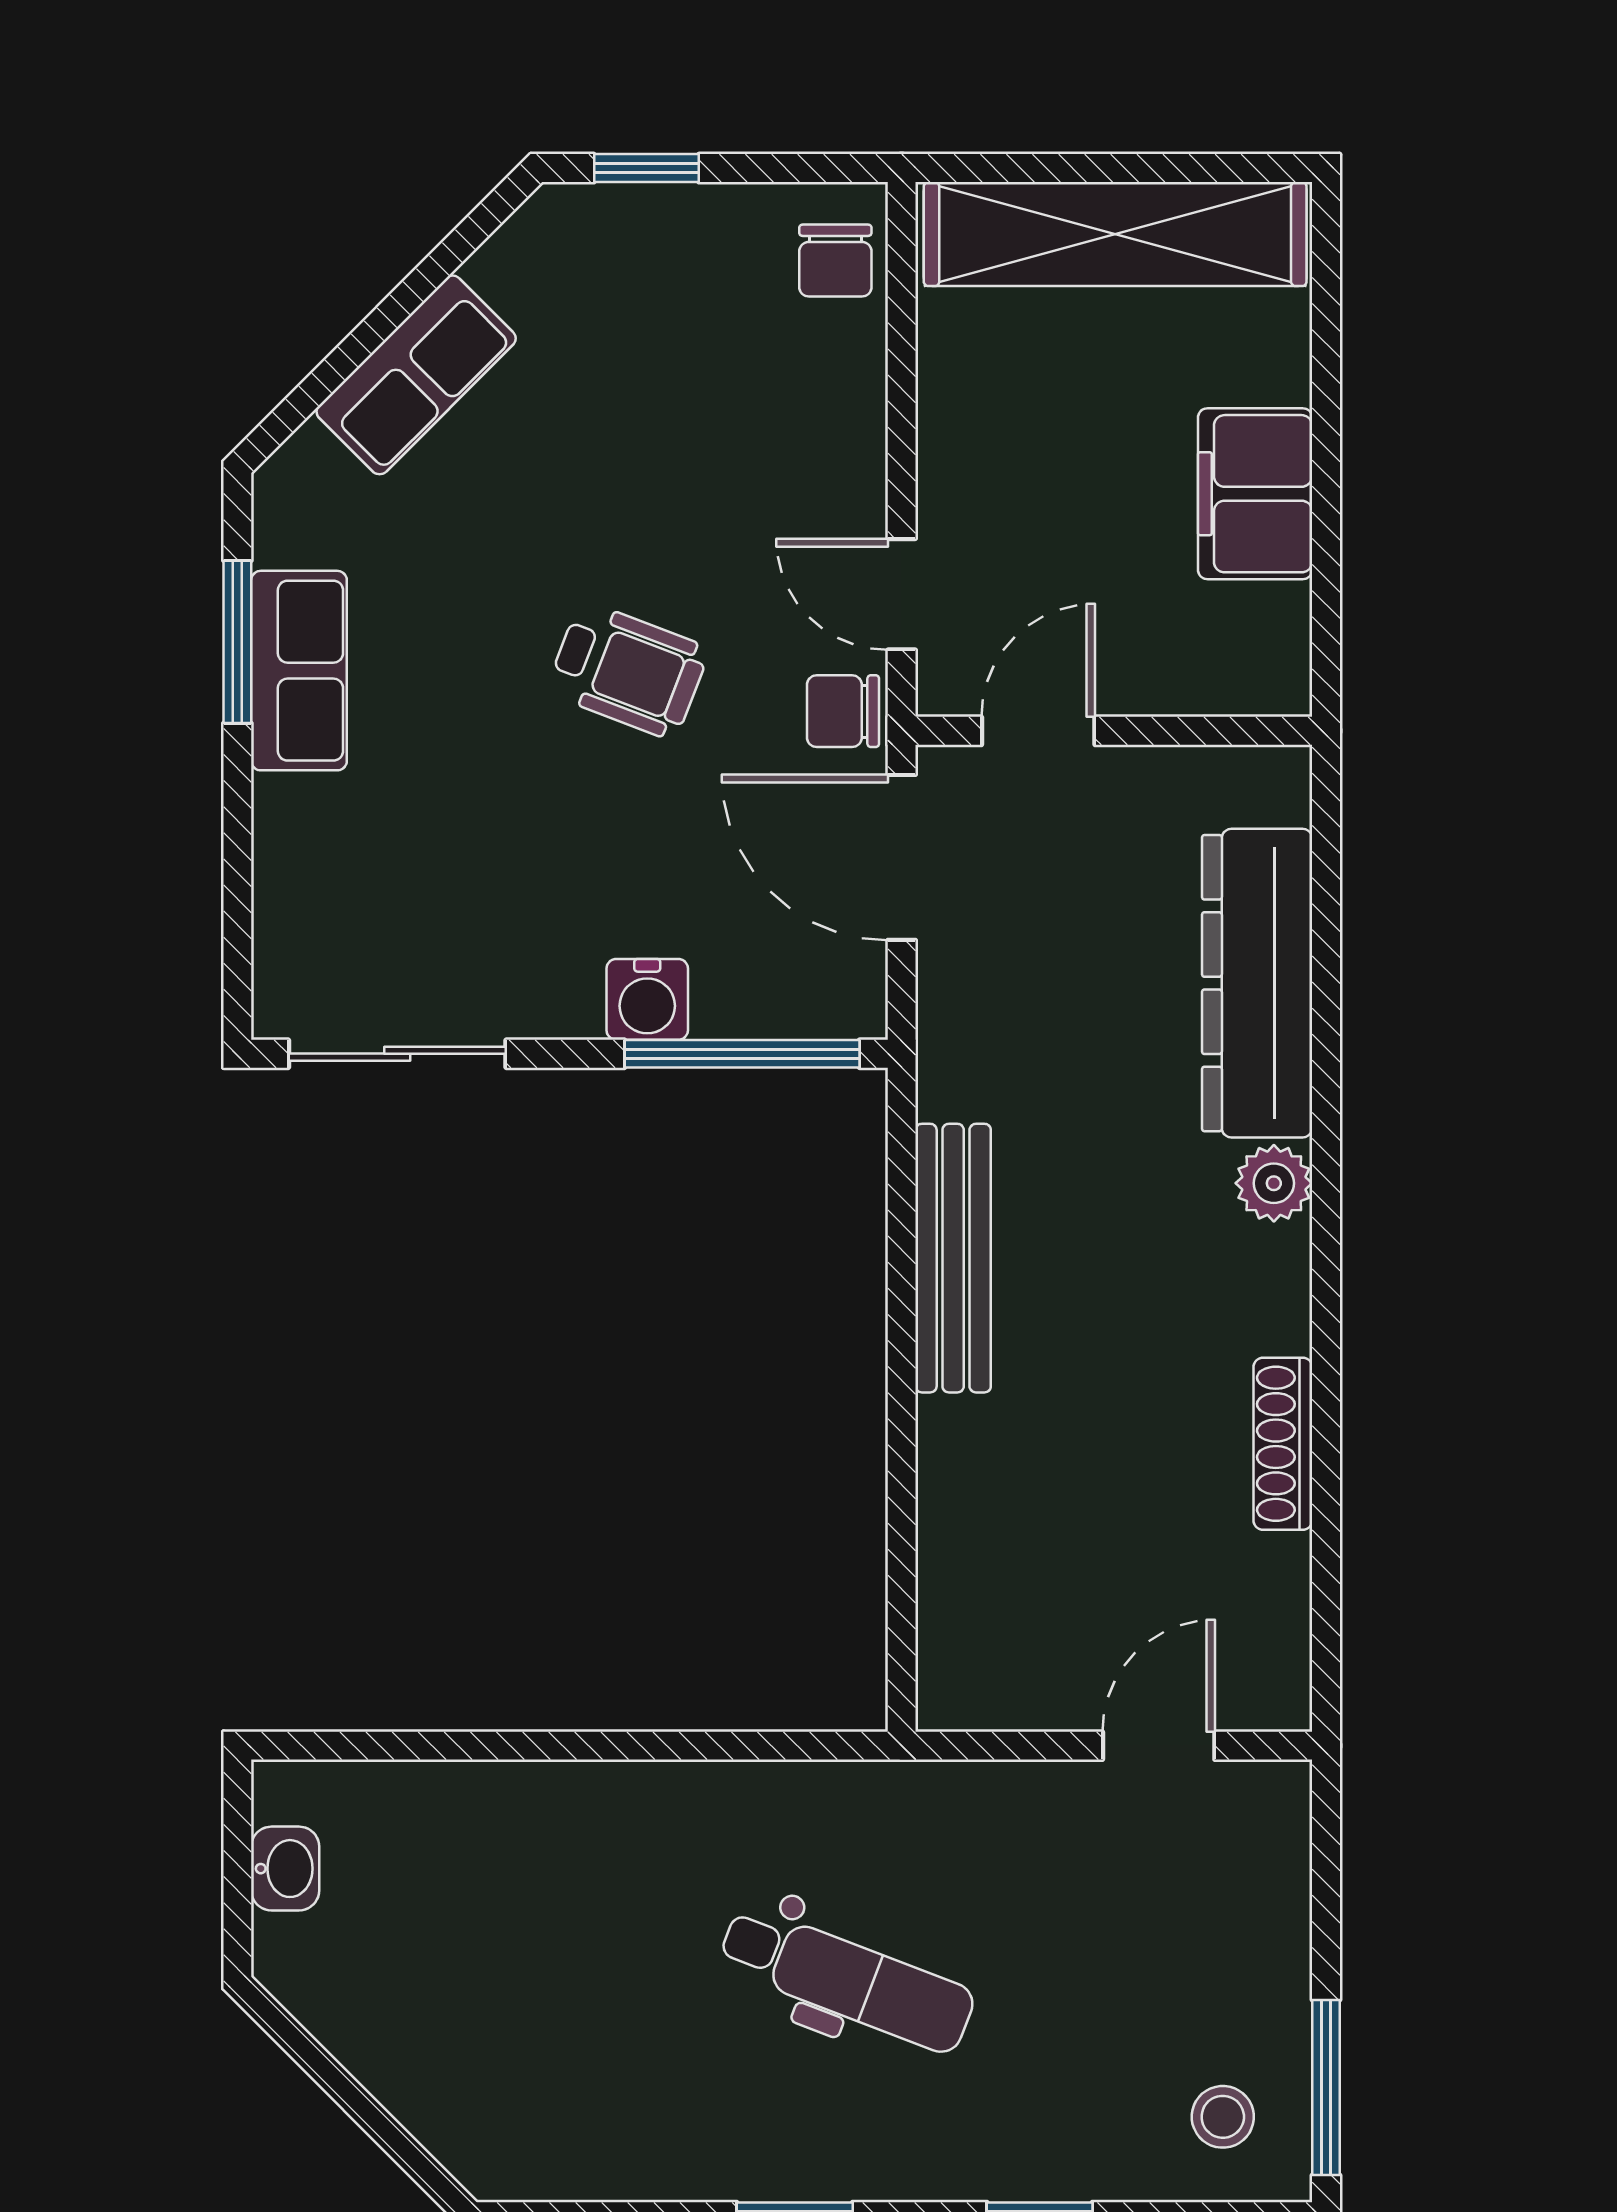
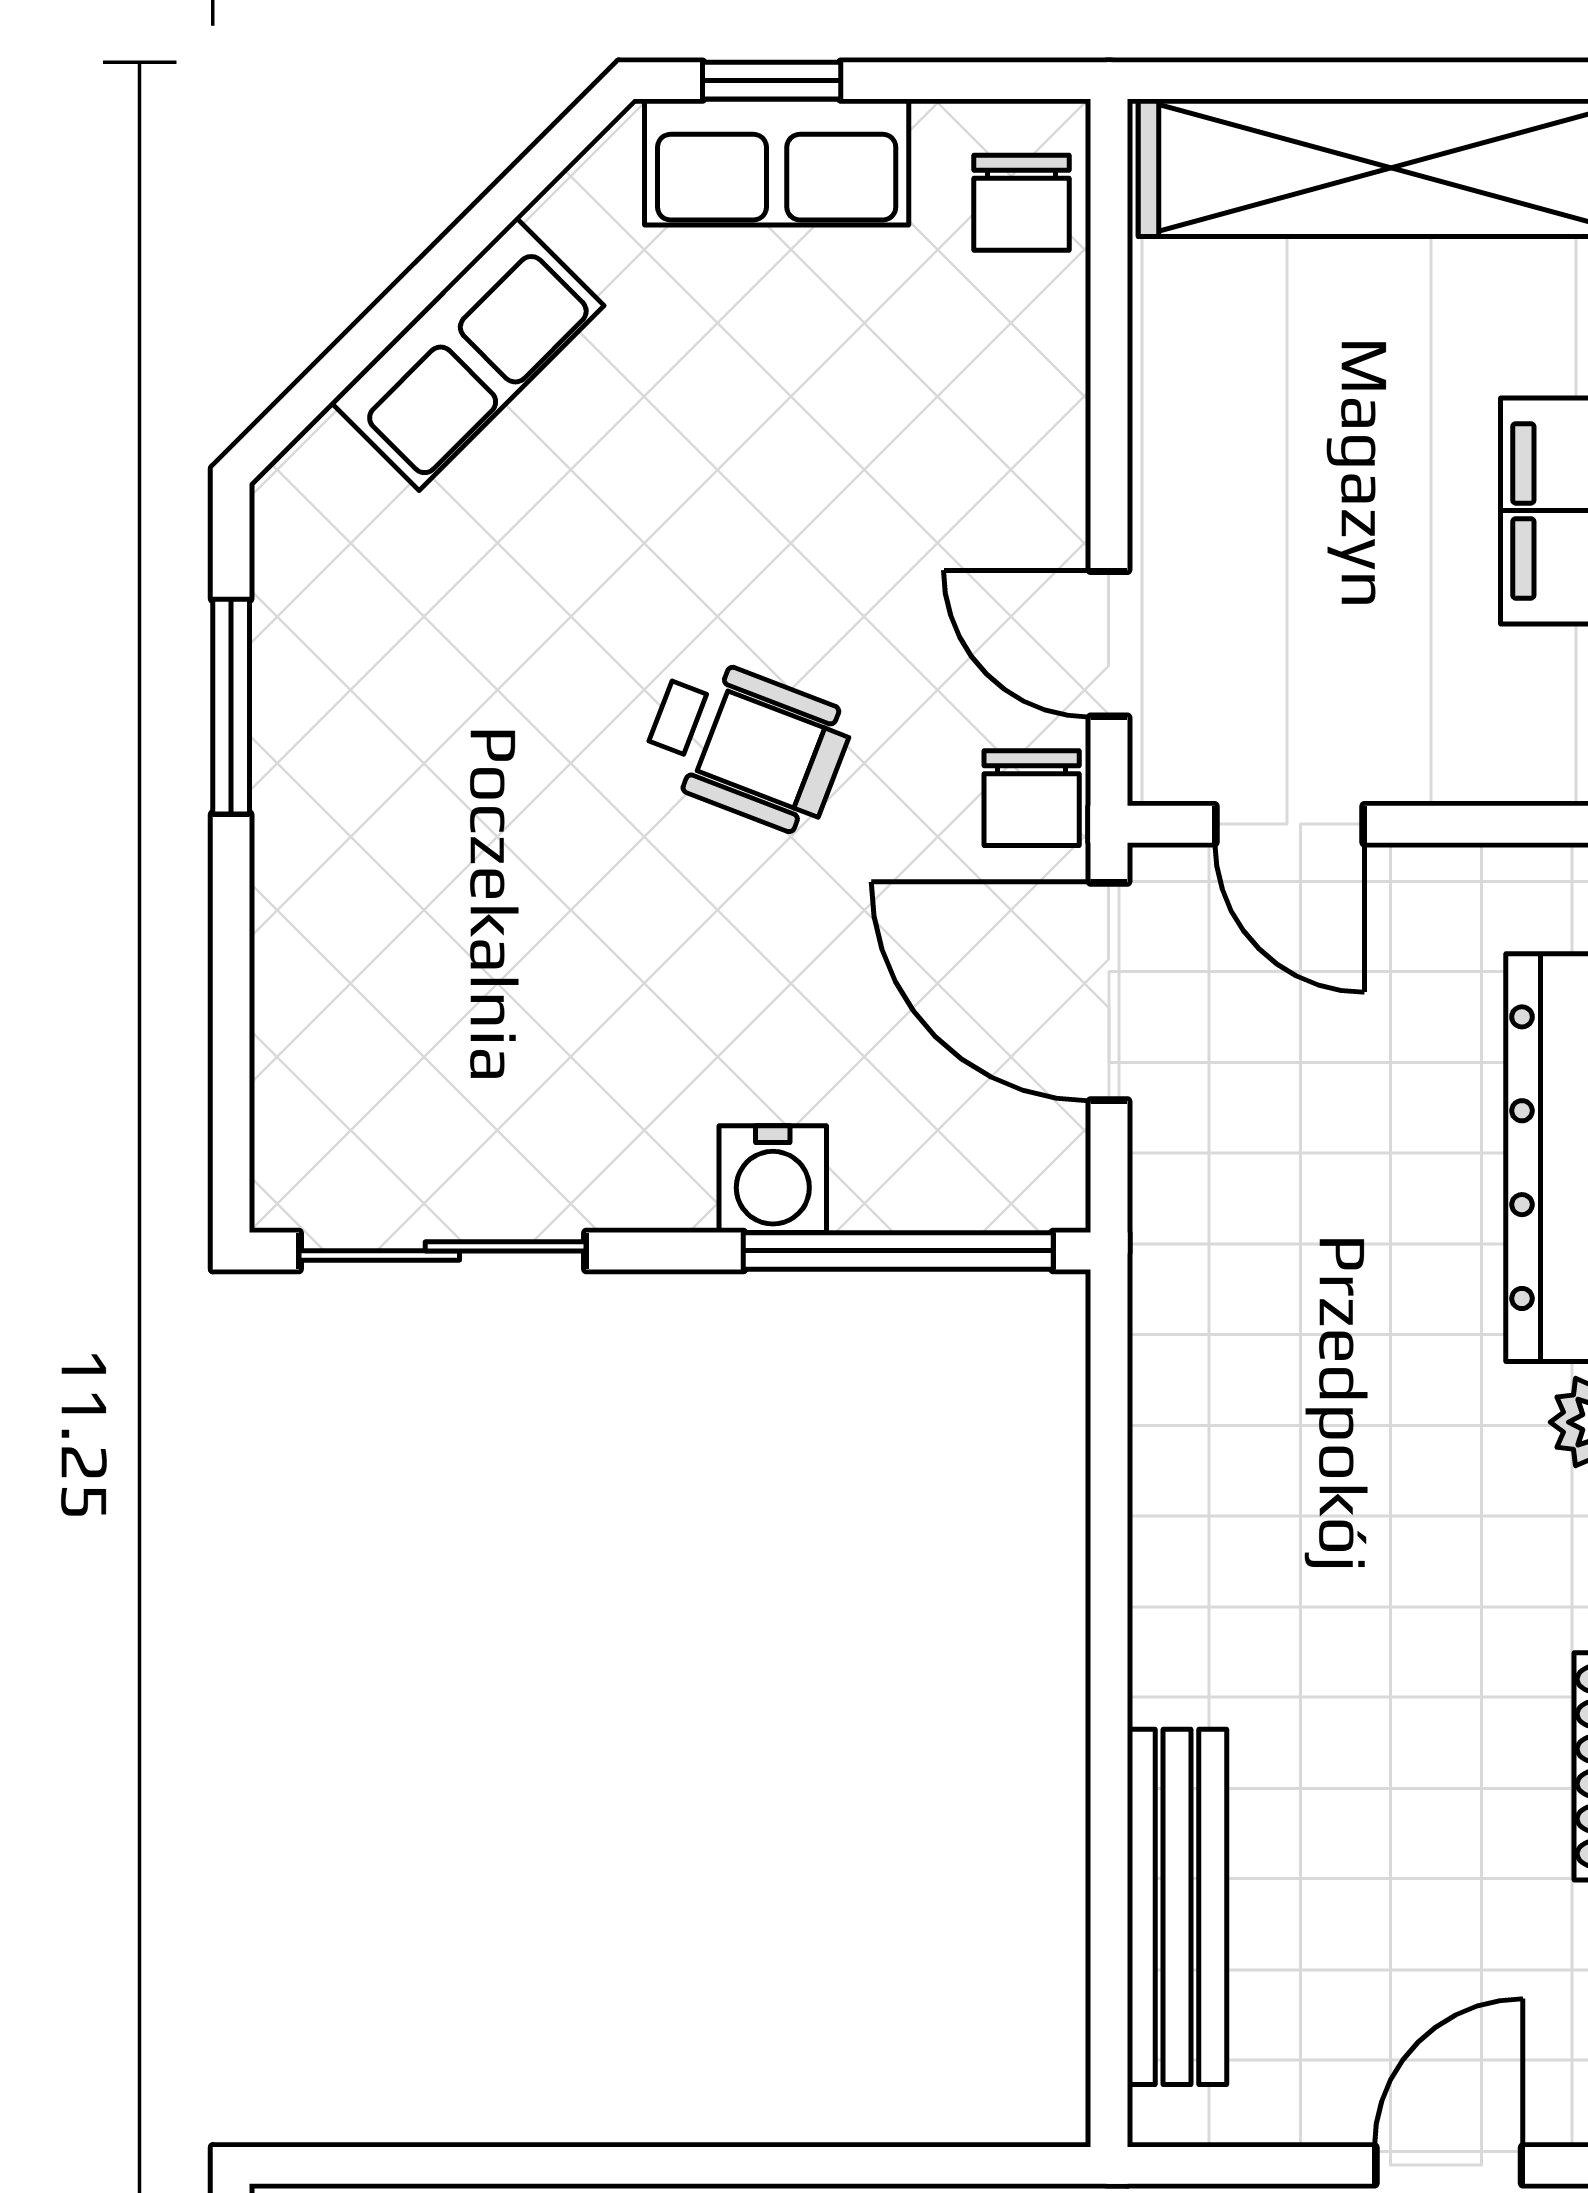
row of seats: (299, 671) -> (777, 162), moved, turned 90
chair: (843, 711) -> (1032, 798), turned -90
door: (1038, 731) -> (1290, 824), swing flipped
bench: (953, 1258) -> (1177, 1907), moved

